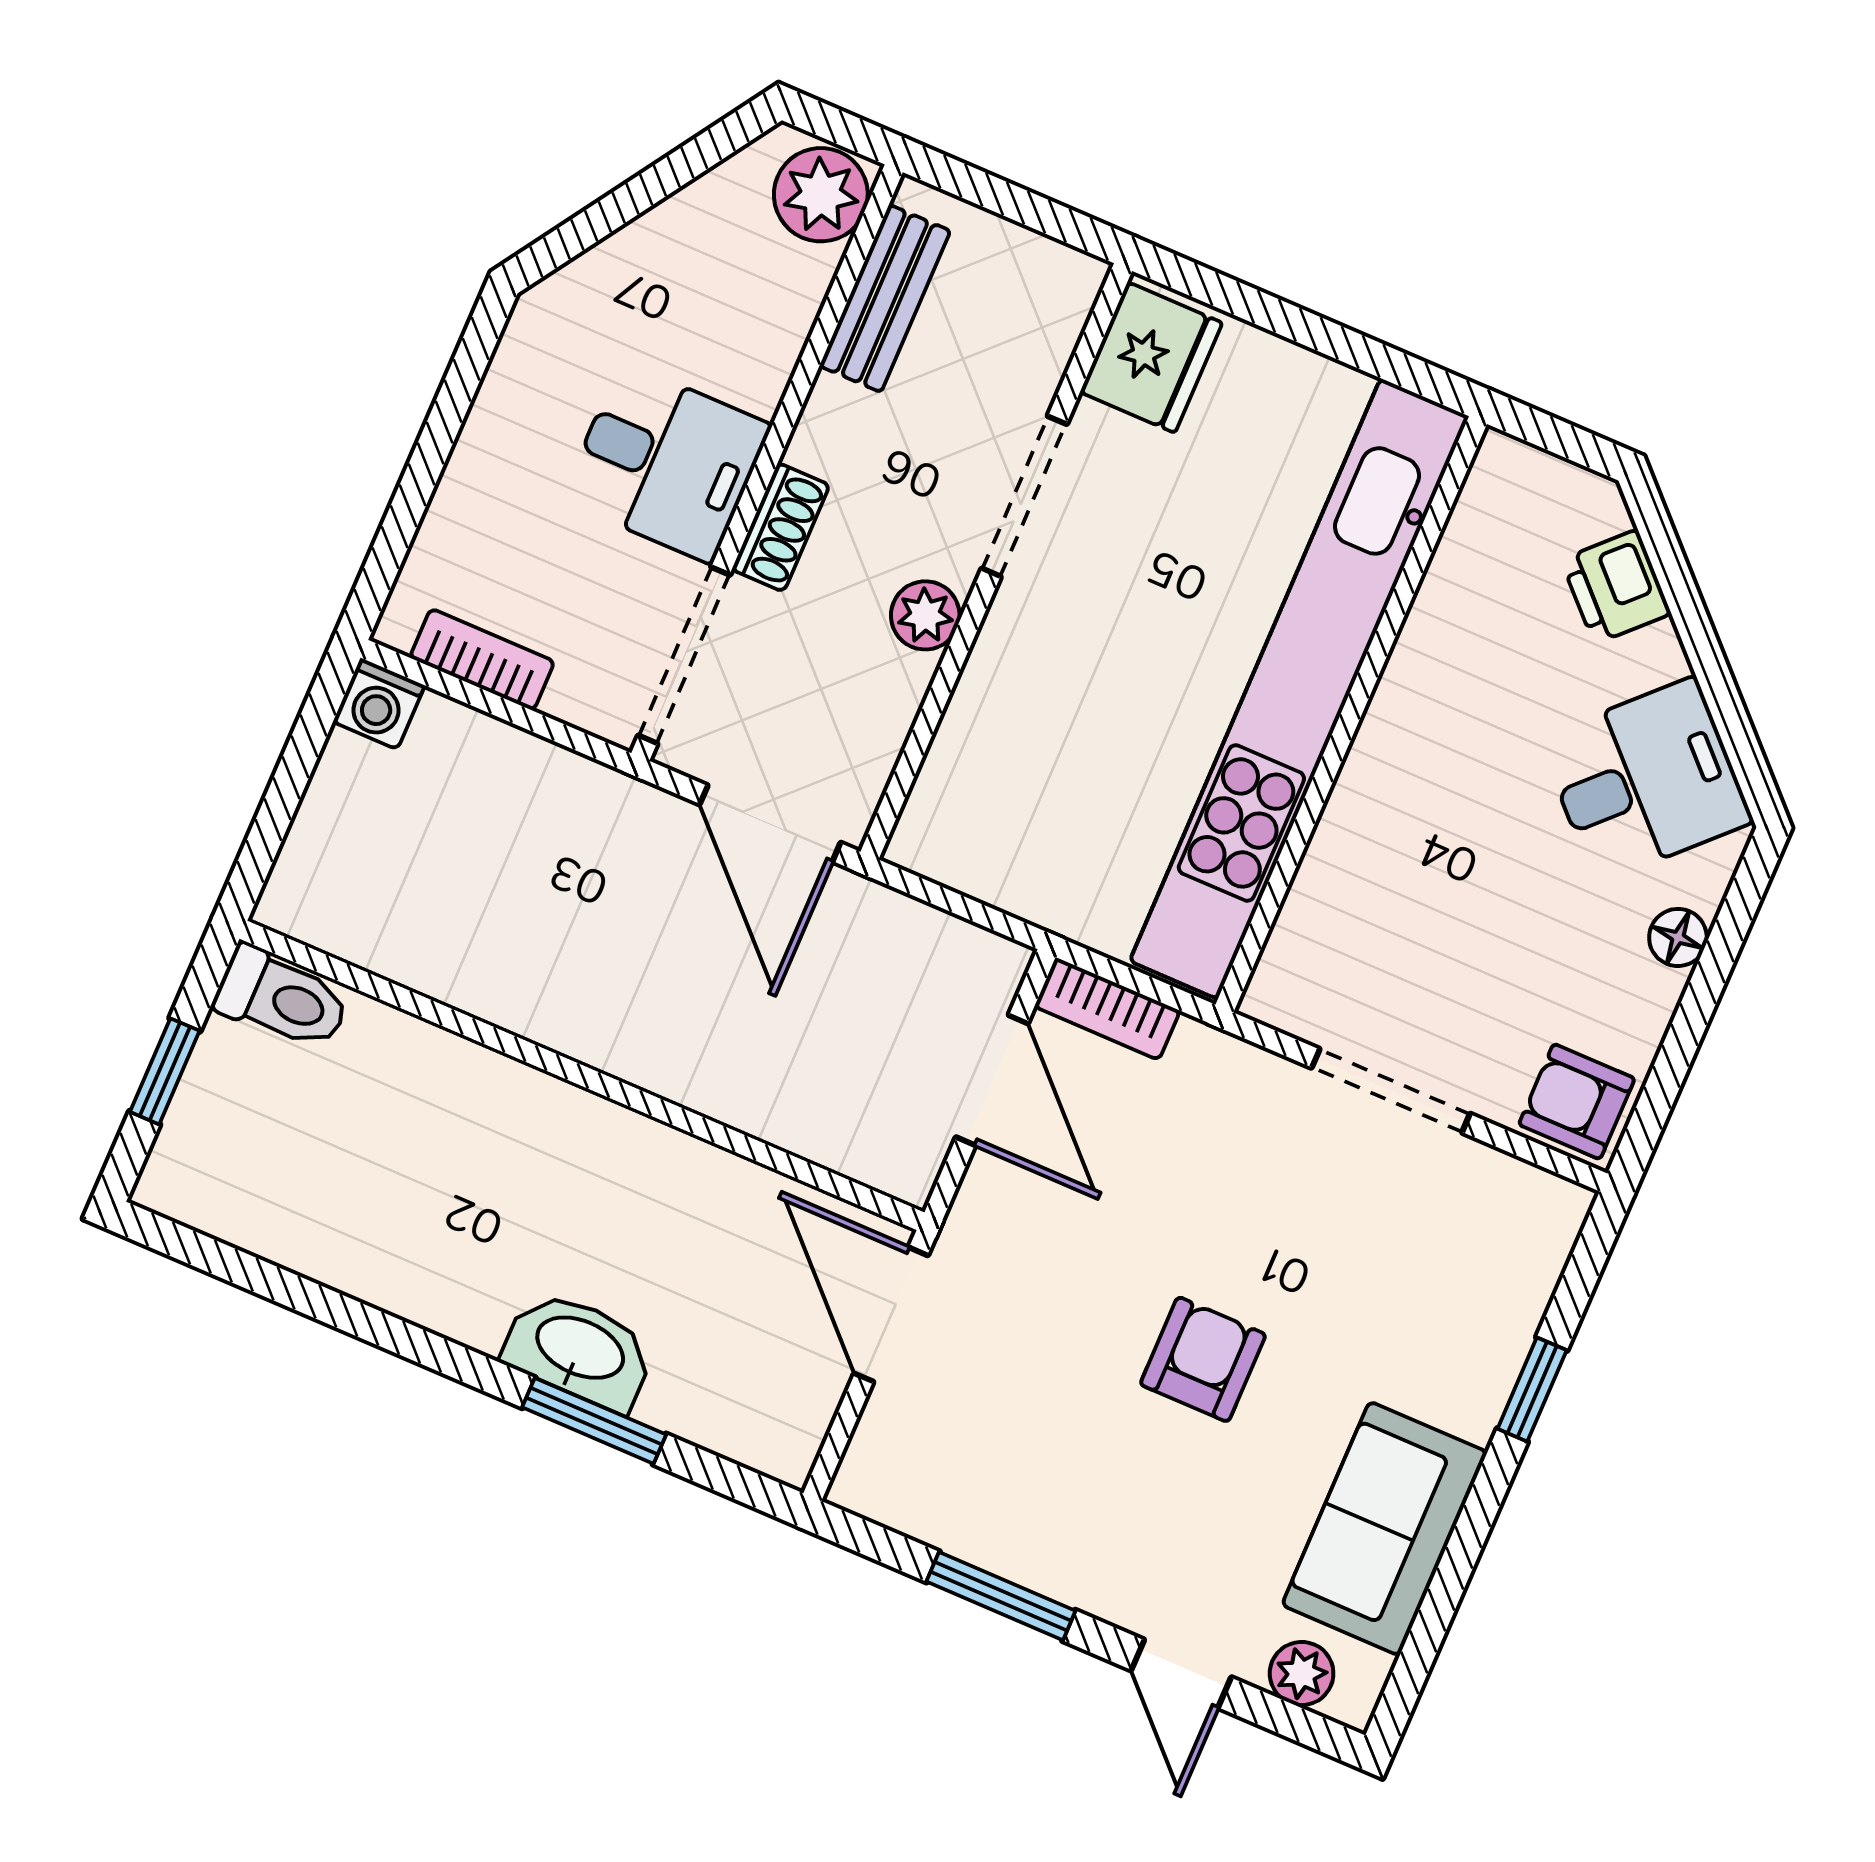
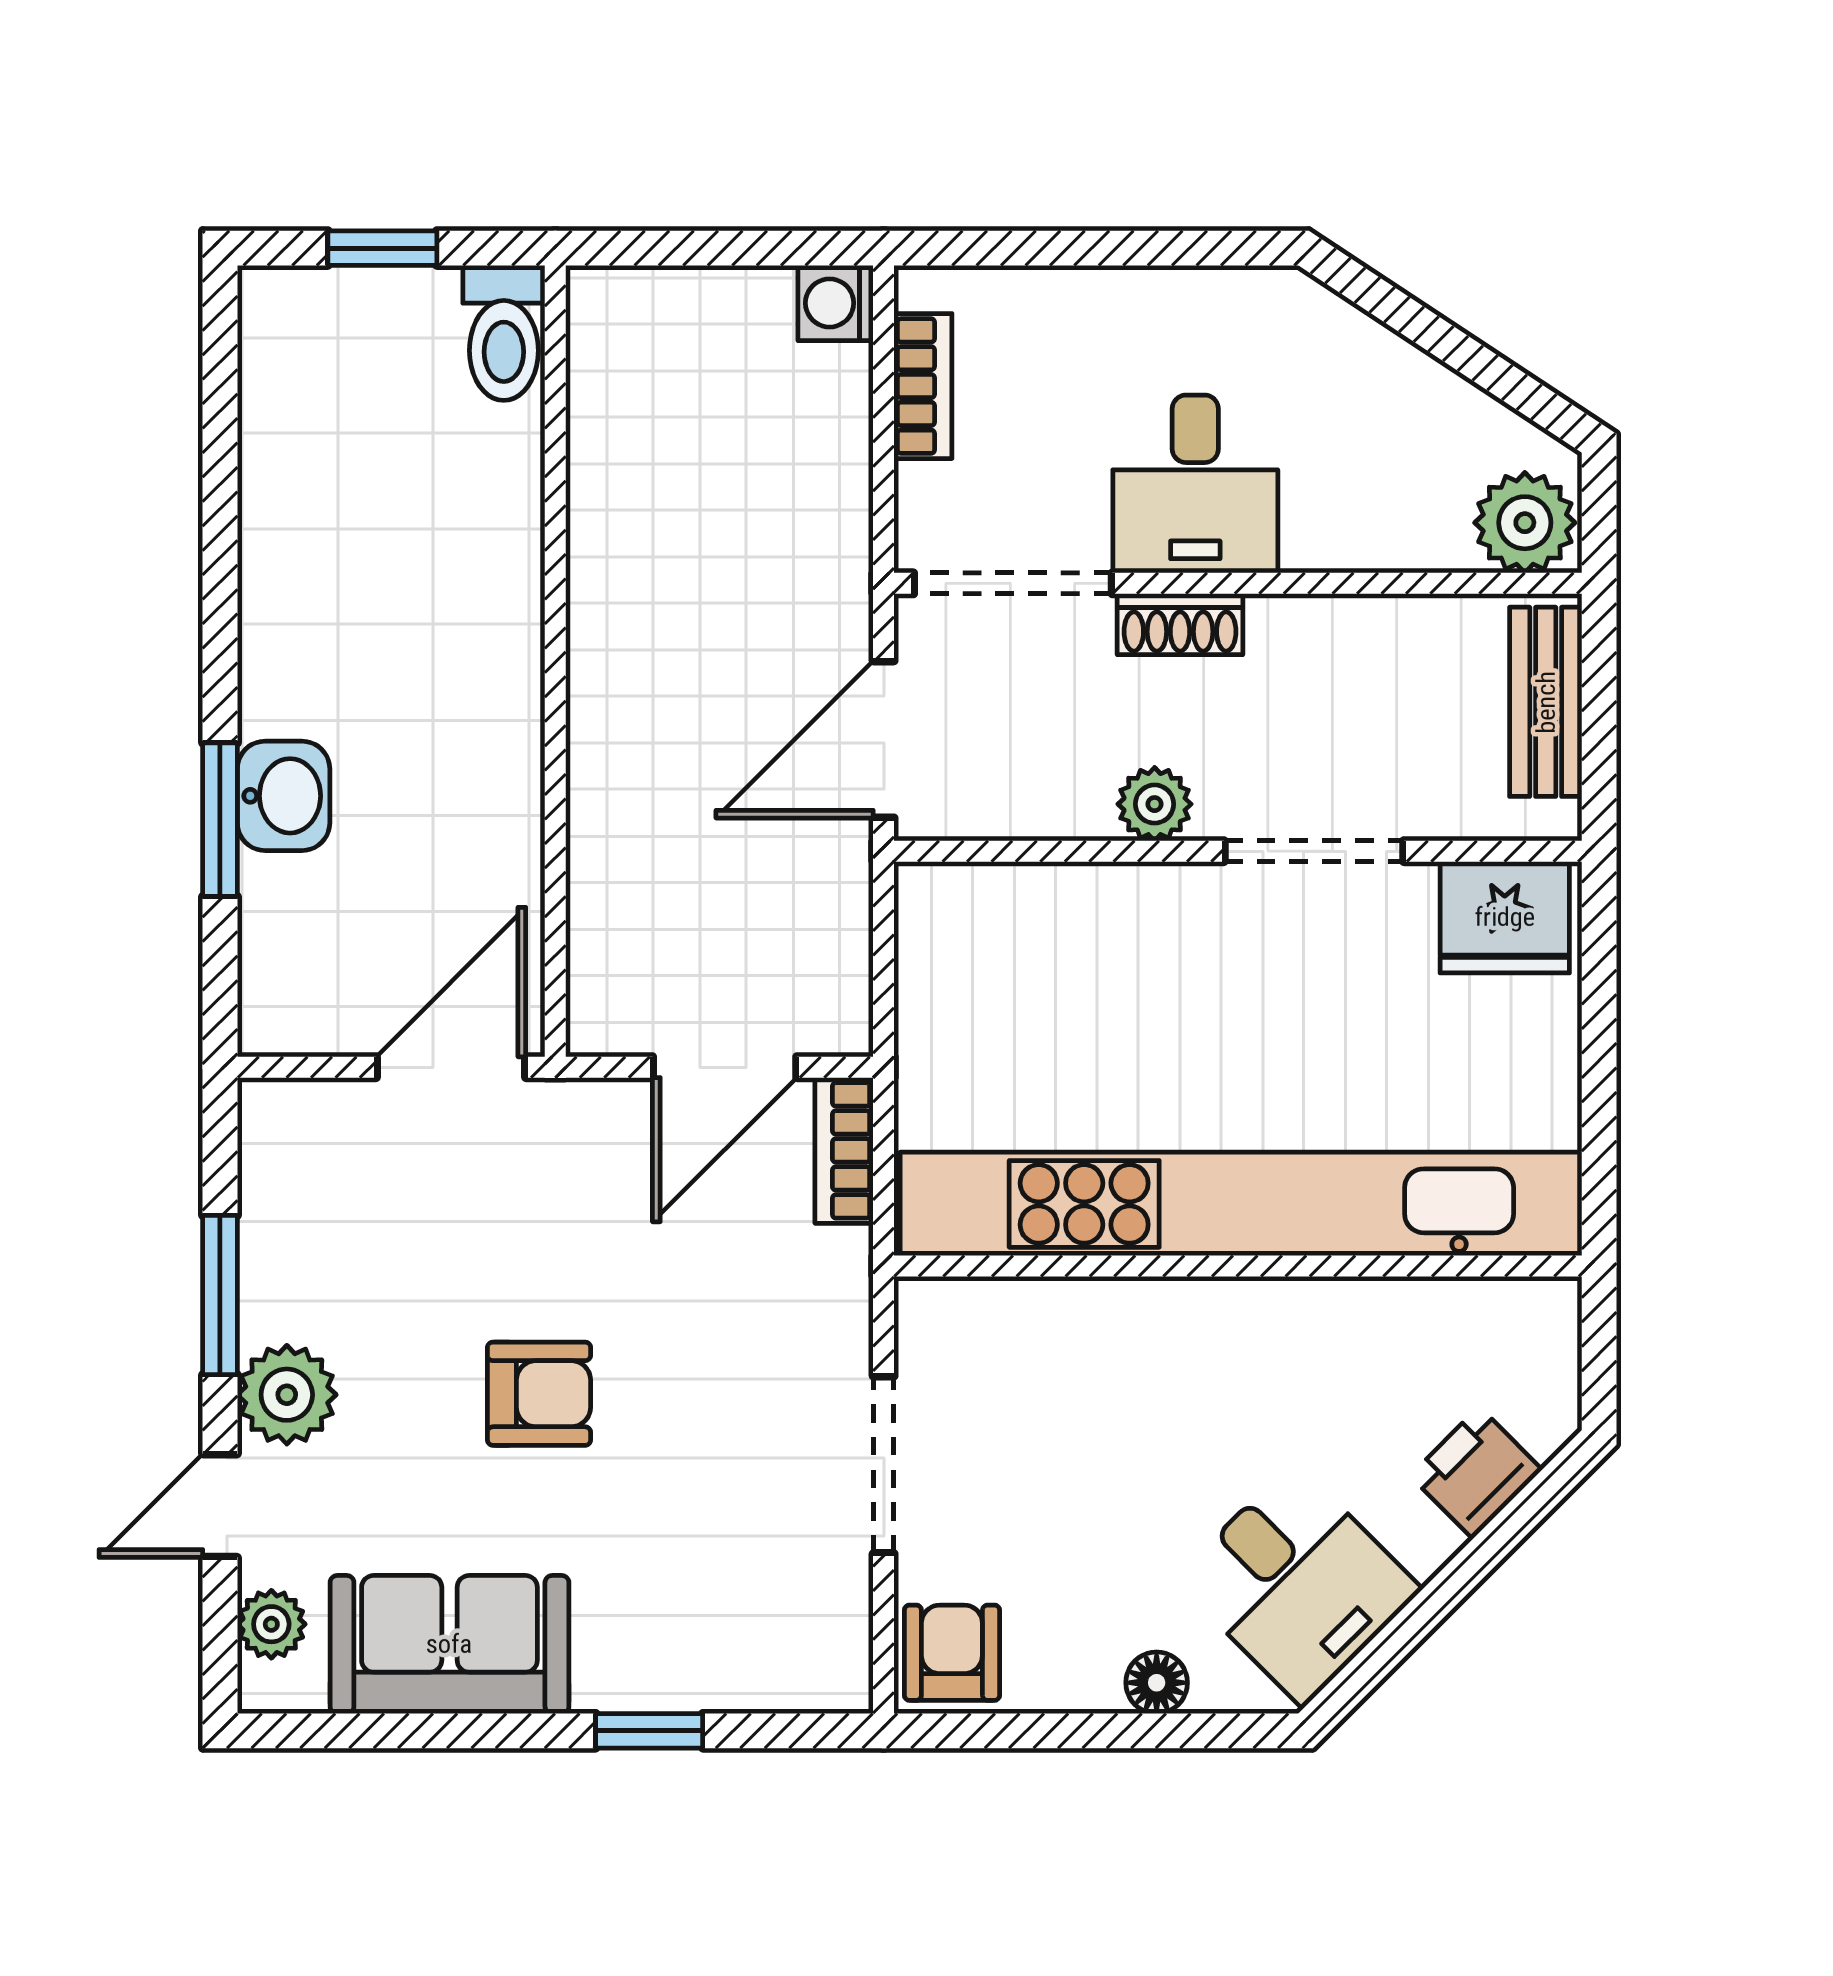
bench: (885, 298) -> (1546, 702), moved, turned 90
washbasin: (579, 1350) -> (284, 796), width x0.72
plant: (1111, 1576) -> (287, 1395), added

